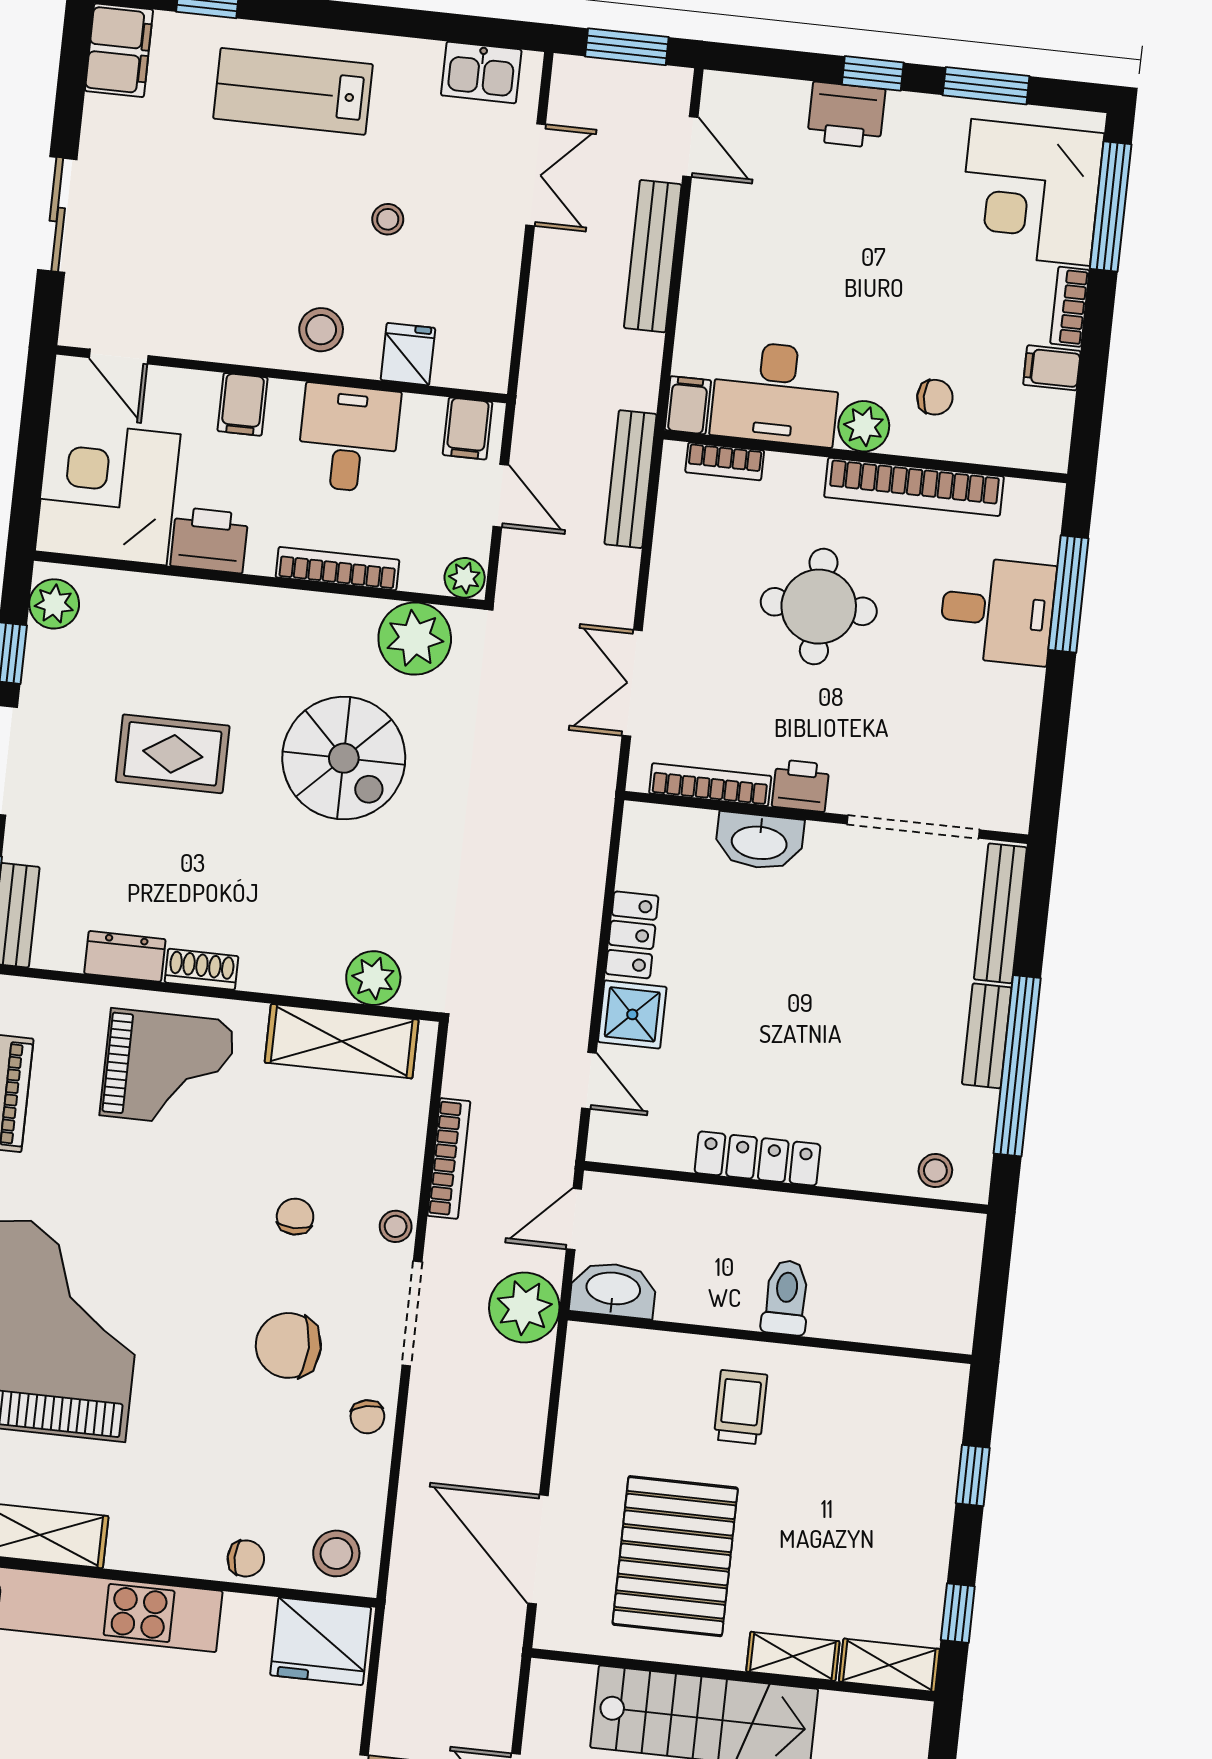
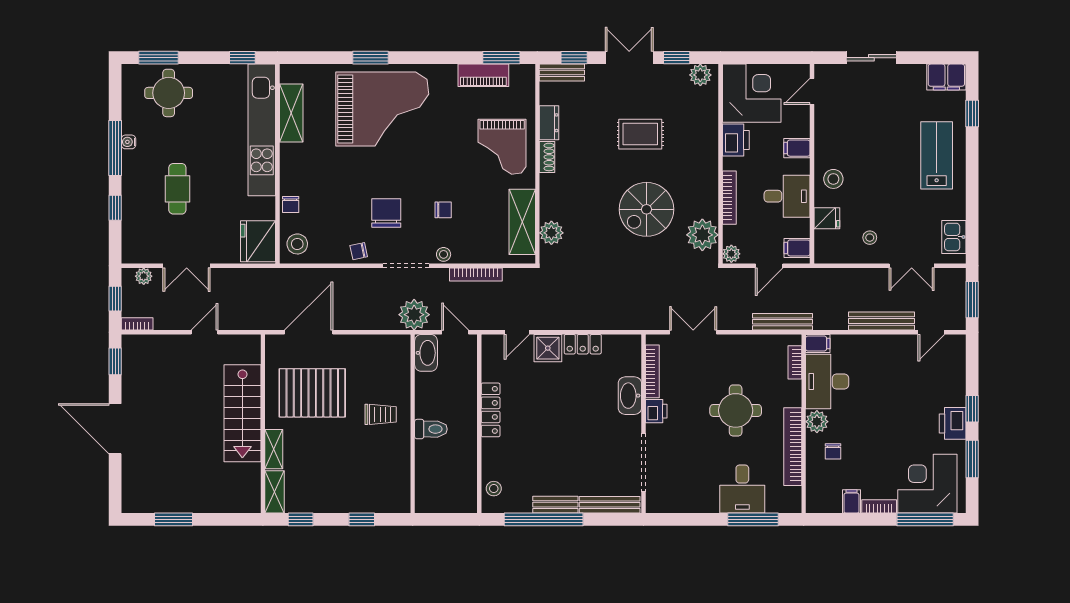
printer: (846, 115) -> (953, 423), moved
stool: (388, 219) -> (870, 238), moved
rug: (173, 754) -> (640, 134), turned 90

